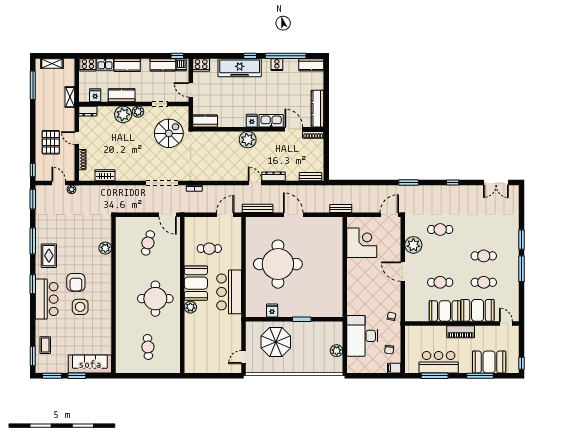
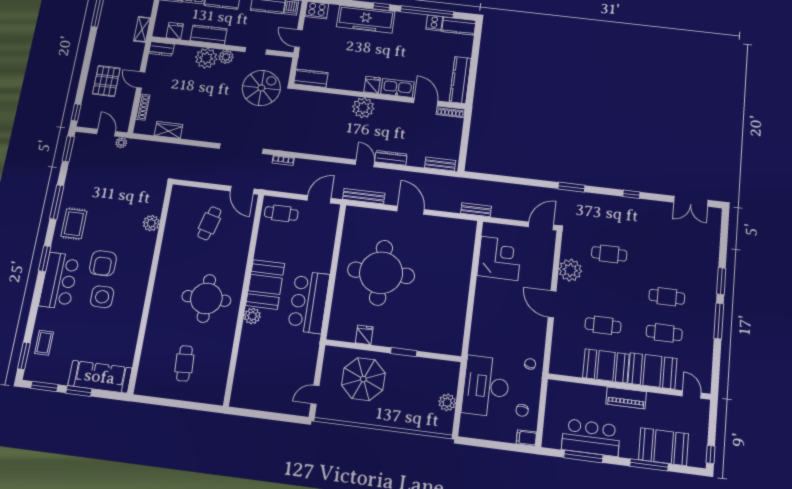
cooker: (277, 65) -> (434, 23), moved
cafe table: (209, 249) -> (281, 213), moved

